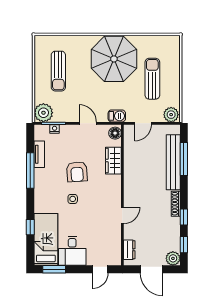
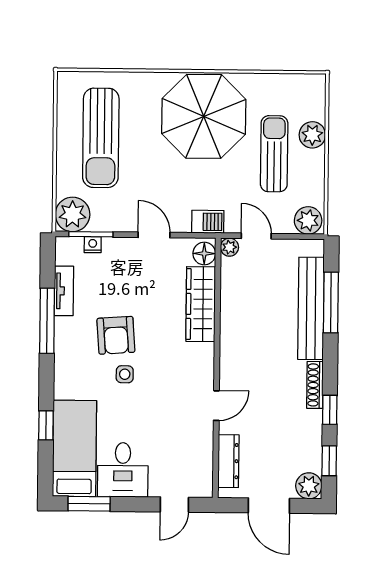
plant: (173, 68) -> (312, 135), added
sun lounger: (58, 71) -> (101, 138), width x1.36, depth x1.34
door: (143, 123) -> (256, 236), swing flipped
plant: (129, 130) -> (229, 247), added
wardrobe: (113, 161) -> (201, 304), width x1.50
armchair: (77, 172) -> (116, 335), moved
dresser: (129, 250) -> (228, 461), width x1.44

